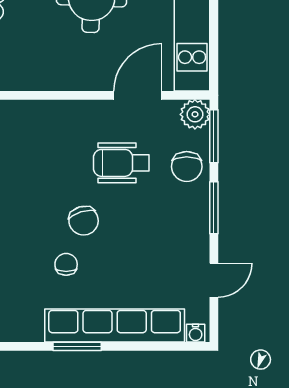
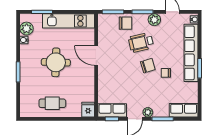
door: (138, 95) -> (96, 55), moved
plant: (195, 114) -> (154, 20), moved
wheelchair: (121, 163) -> (141, 42), moved, turned 77

